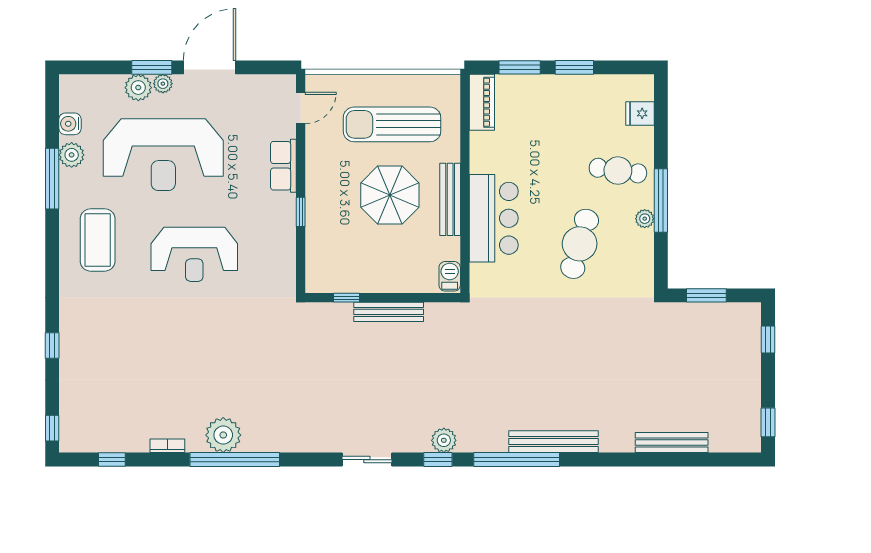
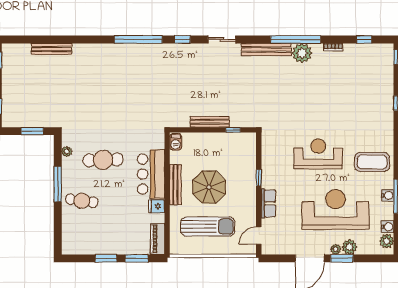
fridge: (640, 113) -> (157, 206), moved, turned 180
plant: (72, 155) -> (387, 241), moved
water cooler: (70, 180) -> (388, 195), added
plant: (645, 219) -> (67, 151), moved
coffee table: (98, 240) -> (372, 162), turned 90
cafe table: (580, 244) -> (103, 160), turned 72
plant: (444, 440) -> (179, 50), removed
bench: (553, 442) -> (266, 49), moved

